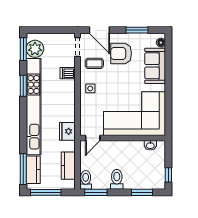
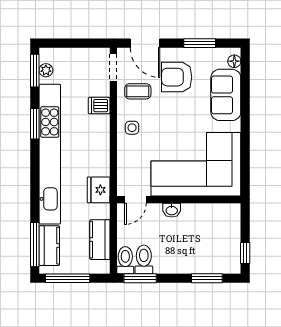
plant: (35, 49) -> (46, 70), width x0.53, depth x0.53
washbasin: (150, 145) -> (172, 210), moved
toilet: (117, 179) -> (144, 259), moved

